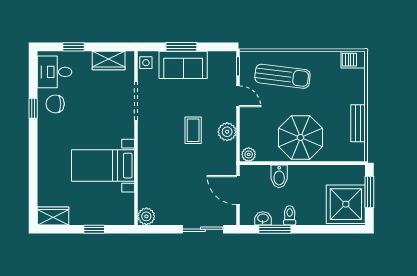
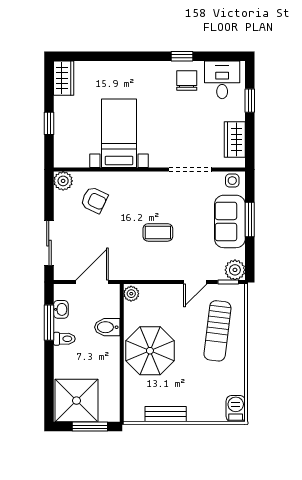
plant: (227, 132) -> (235, 270), moved
armchair: (164, 188) -> (94, 200), added

